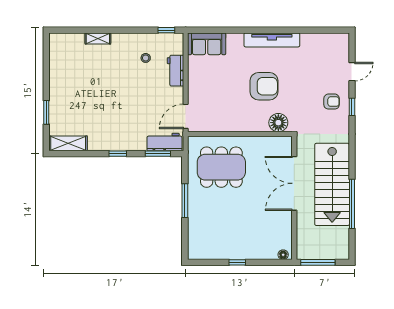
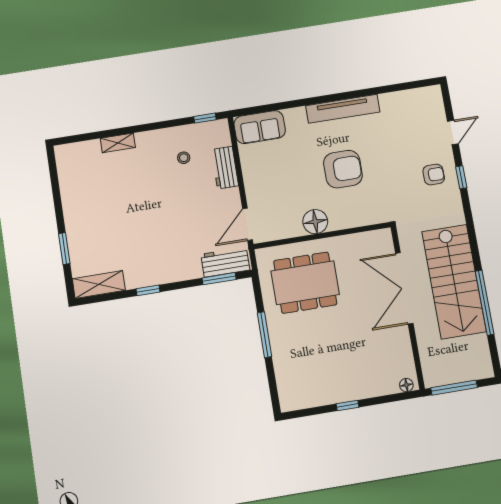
floor lamp: (278, 123) -> (315, 222), moved
window: (118, 154) -> (148, 290), moved

